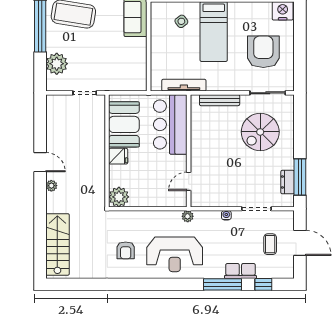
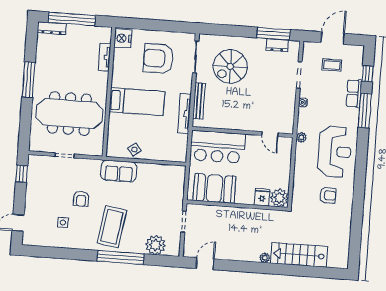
side table: (181, 21) -> (134, 150), moved
tv unit: (184, 85) -> (184, 114), moved
spiral stairs: (260, 132) -> (230, 66), turned 90
fridge: (118, 156) -> (262, 197), moved
door: (40, 162) -> (205, 264), moved
stairs: (57, 244) -> (299, 255), moved

